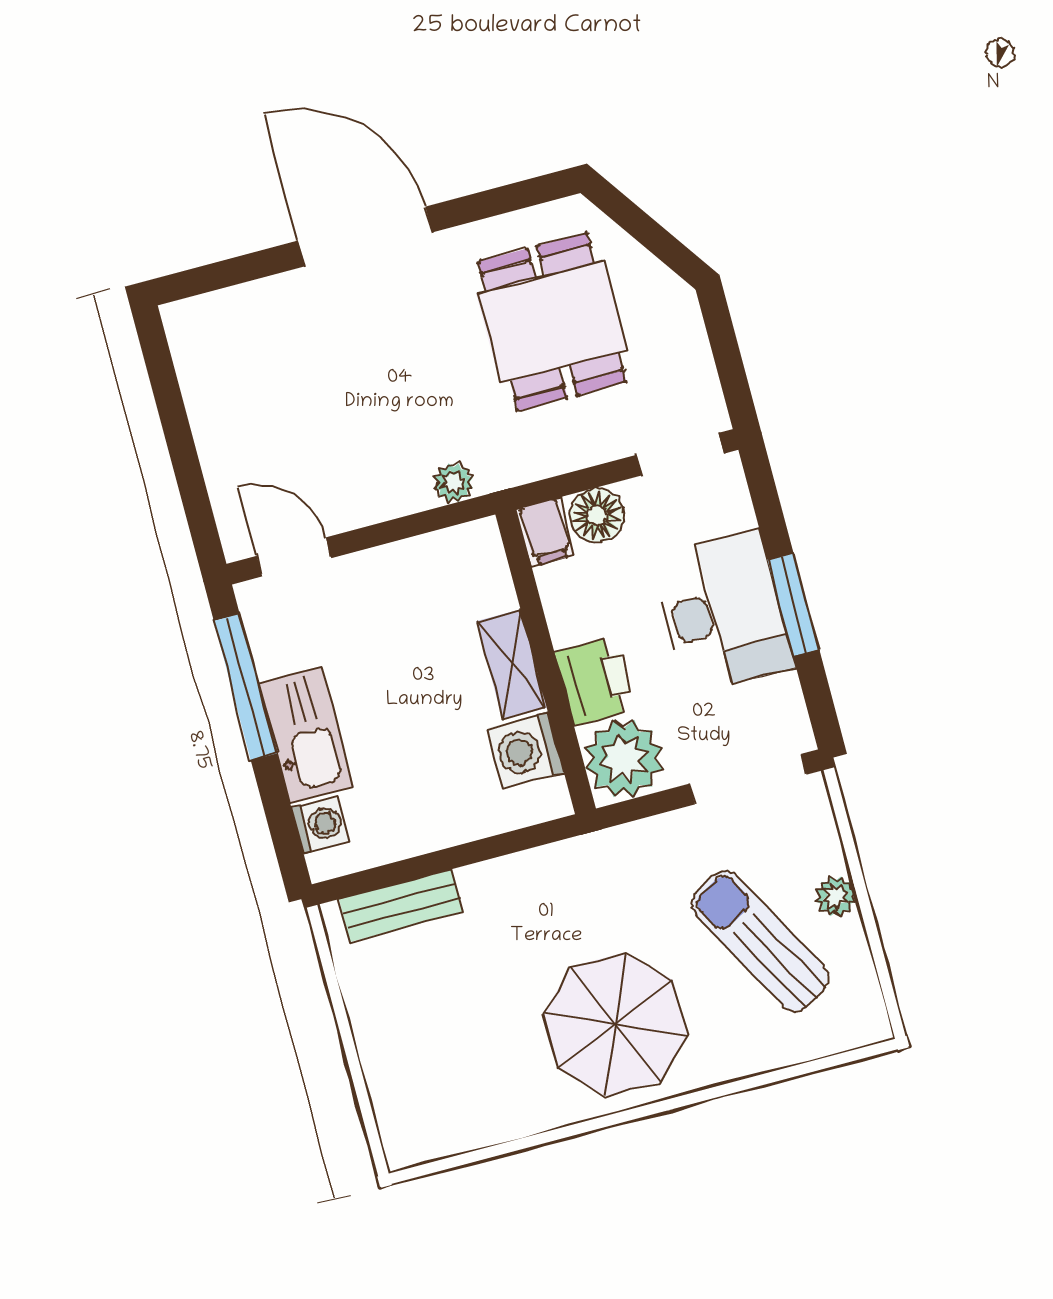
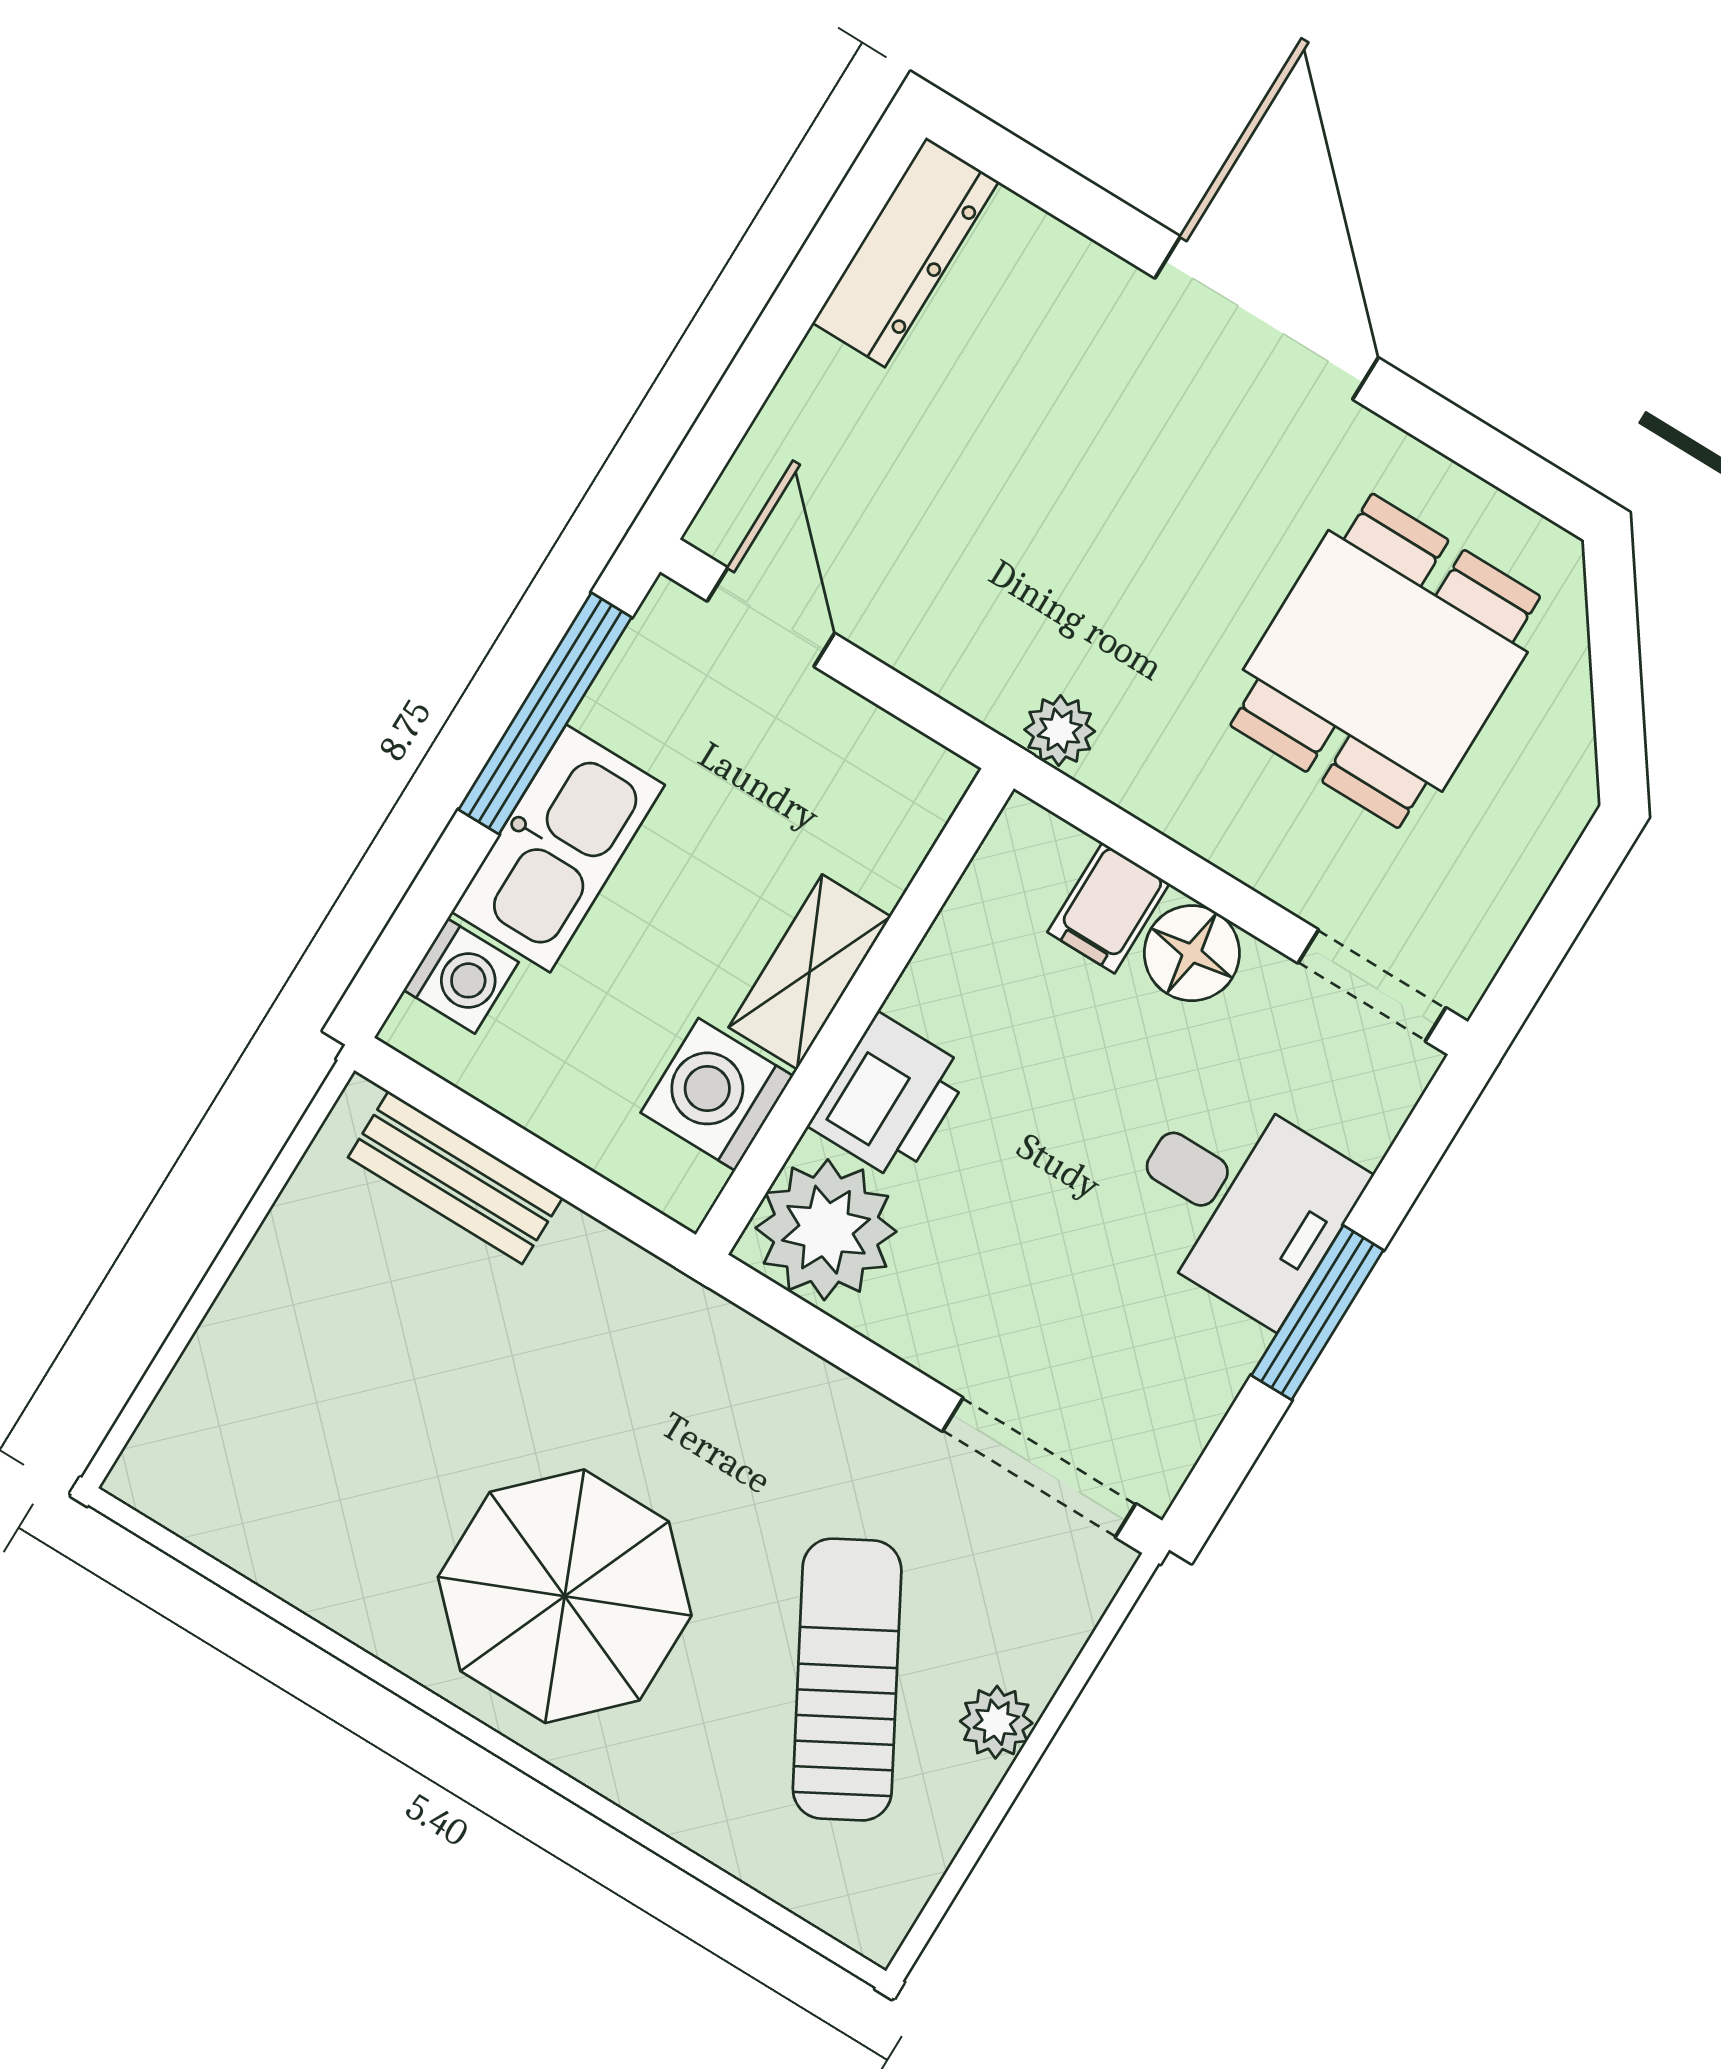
dresser: (197, 359) -> (905, 252), added
desk: (723, 612) -> (1240, 1202), width x0.73
wall: (546, 662) -> (855, 1012), moved
shelving: (512, 665) -> (810, 972), moved
printer: (595, 681) -> (890, 1098), moved
washing machine: (526, 751) -> (717, 1094), moved
plant: (624, 759) -> (826, 1230), moved

